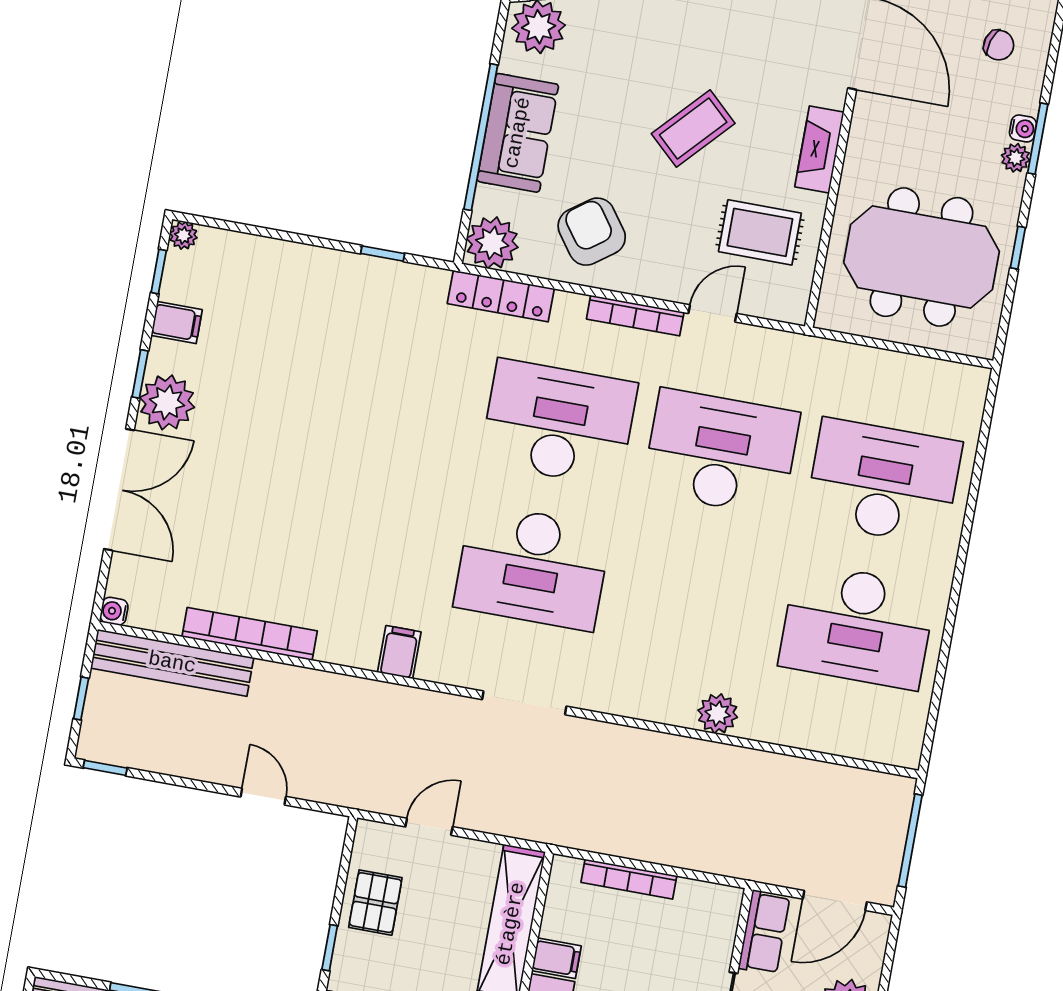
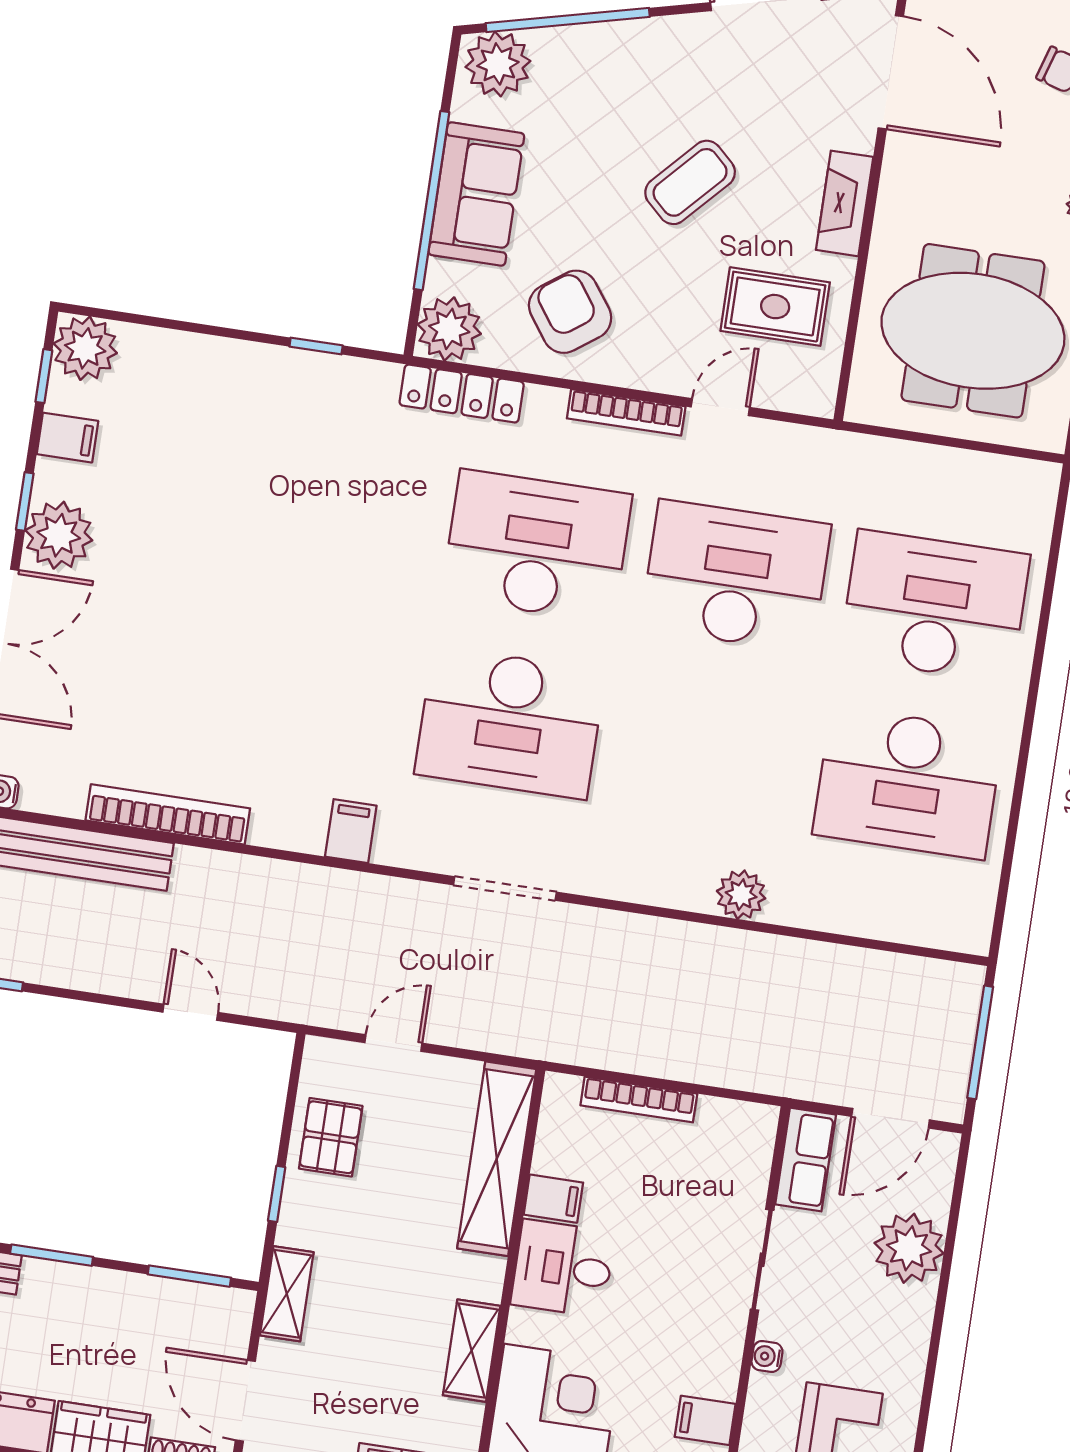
plant: (183, 235) -> (85, 348), width x1.88, depth x1.88

